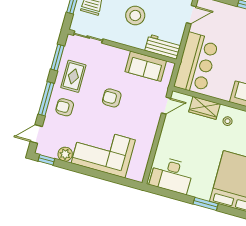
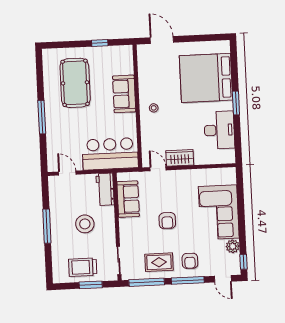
window: (58, 58) -> (147, 282), width x1.44
wardrobe: (204, 108) -> (180, 158), moved, turned -90
desk: (172, 175) -> (219, 130), moved

